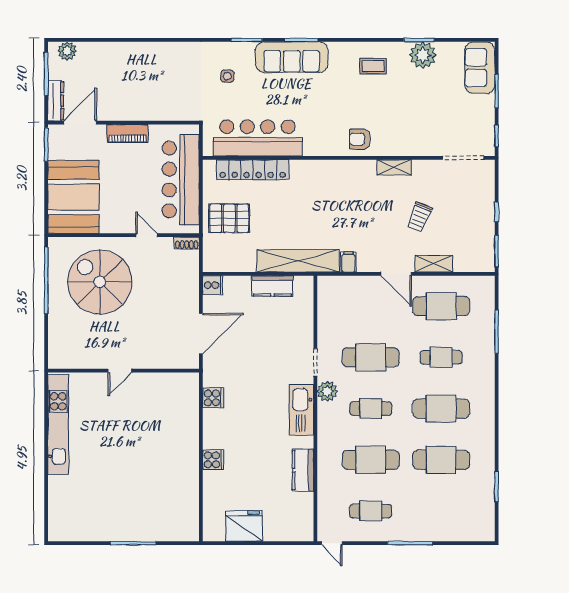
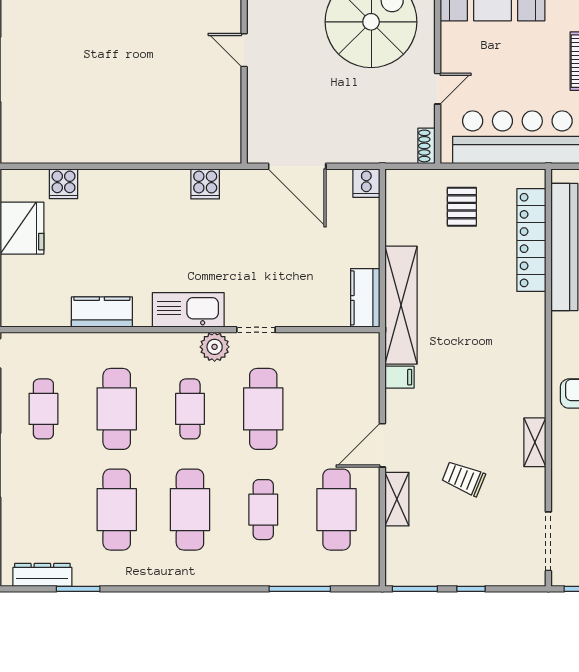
pallet: (229, 218) -> (462, 207), width x0.67, depth x0.71
kitchen counter: (272, 286) -> (365, 298), moved
cooker: (213, 460) -> (64, 184), moved
dresser: (487, 512) -> (42, 575), added

